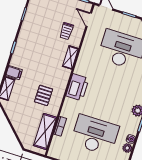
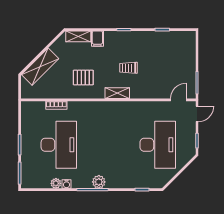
trolley: (66, 31) -> (128, 68), moved
shelving: (70, 57) -> (117, 93), moved
printer: (77, 87) -> (103, 110), removed
shelving: (45, 131) -> (40, 67), moved, turned -45

